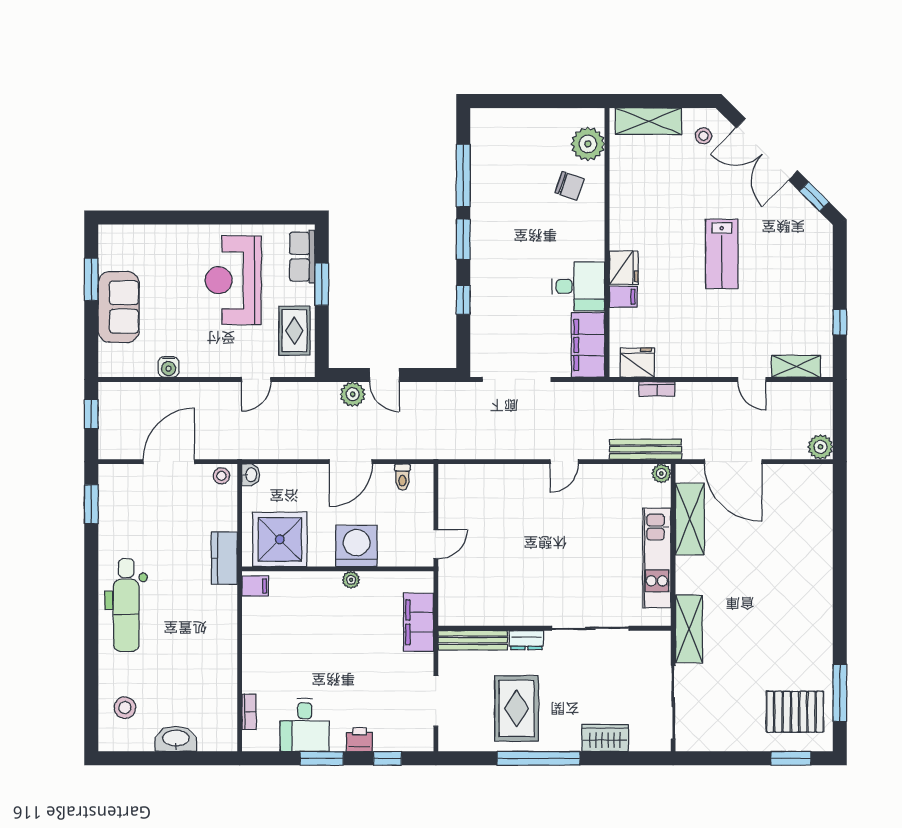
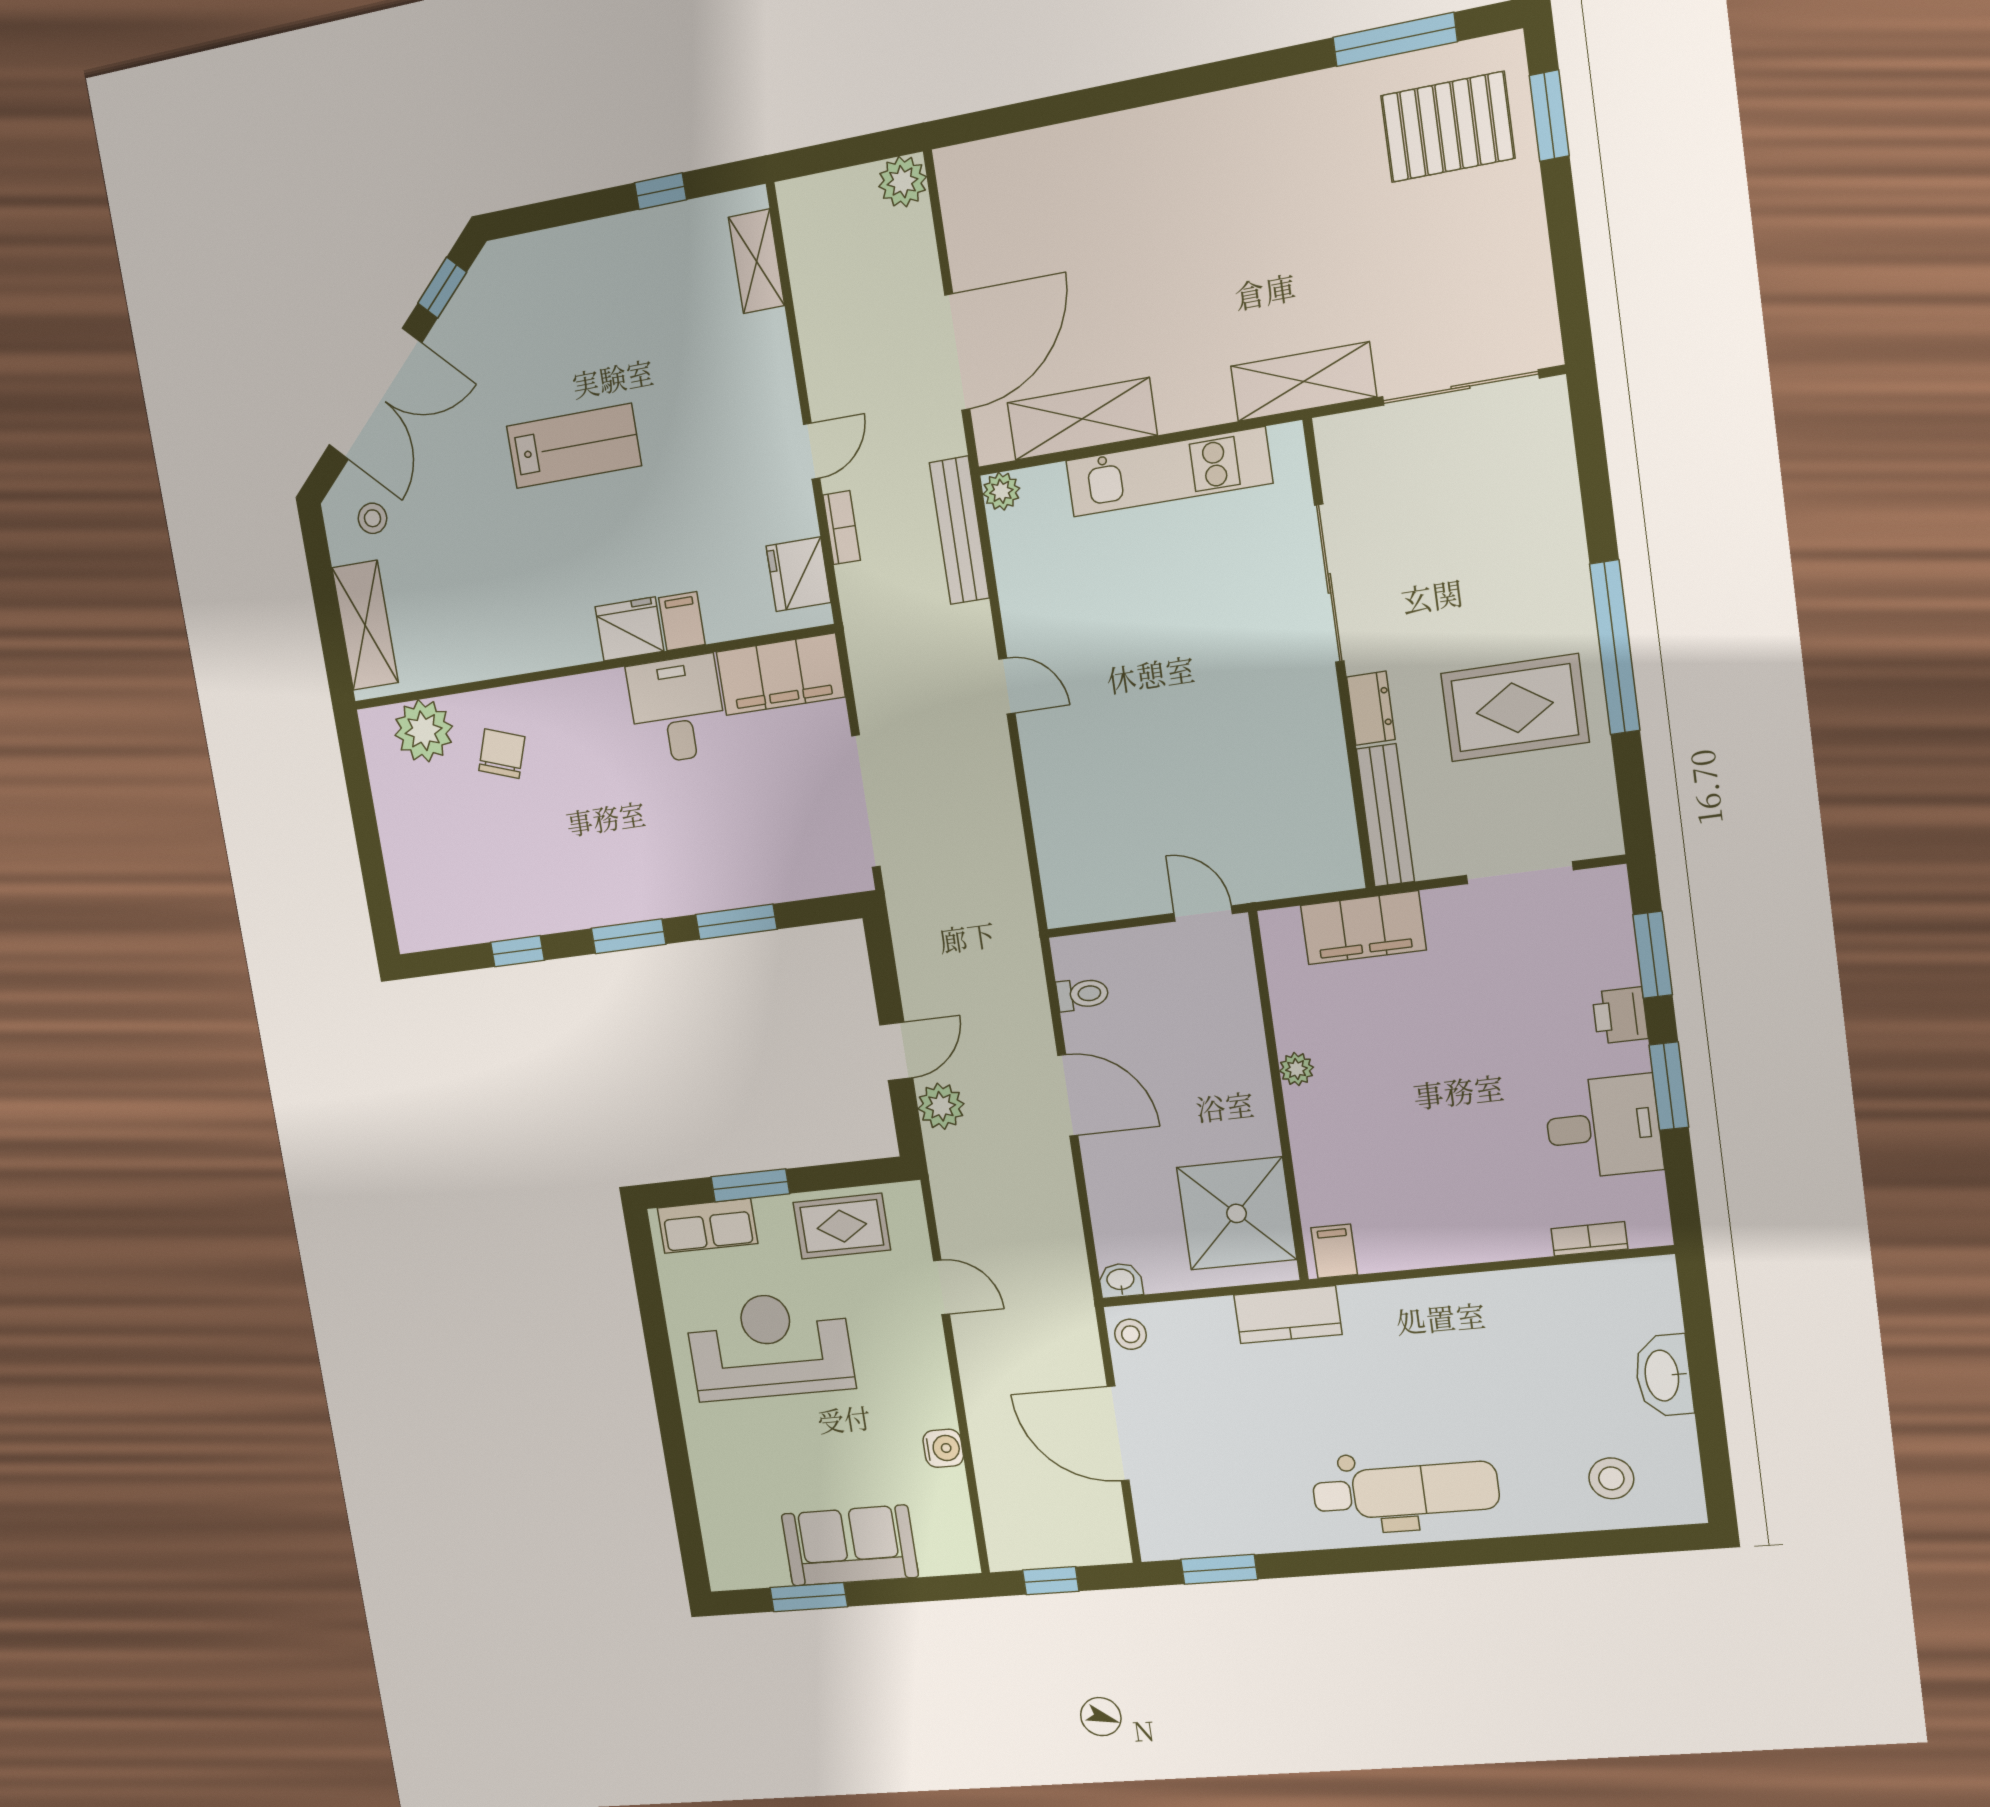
window: (463, 176) -> (517, 951), width x0.46
reception desk: (233, 280) -> (769, 1346), turned 180
window: (463, 300) -> (736, 922), width x1.50
door: (752, 380) -> (812, 451), moved
washing machine: (357, 546) -> (1228, 1066), removed
pallet: (795, 712) -> (1448, 127), turned 90
wardrobe: (605, 738) -> (1554, 517), removed
window: (387, 758) -> (1653, 955), width x1.50

